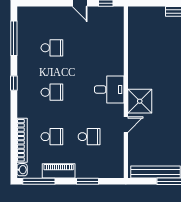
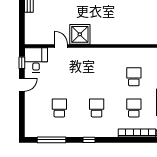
desk: (109, 89) -> (36, 60), moved
shower: (140, 101) -> (80, 34), moved
door: (126, 125) -> (61, 46), moved

